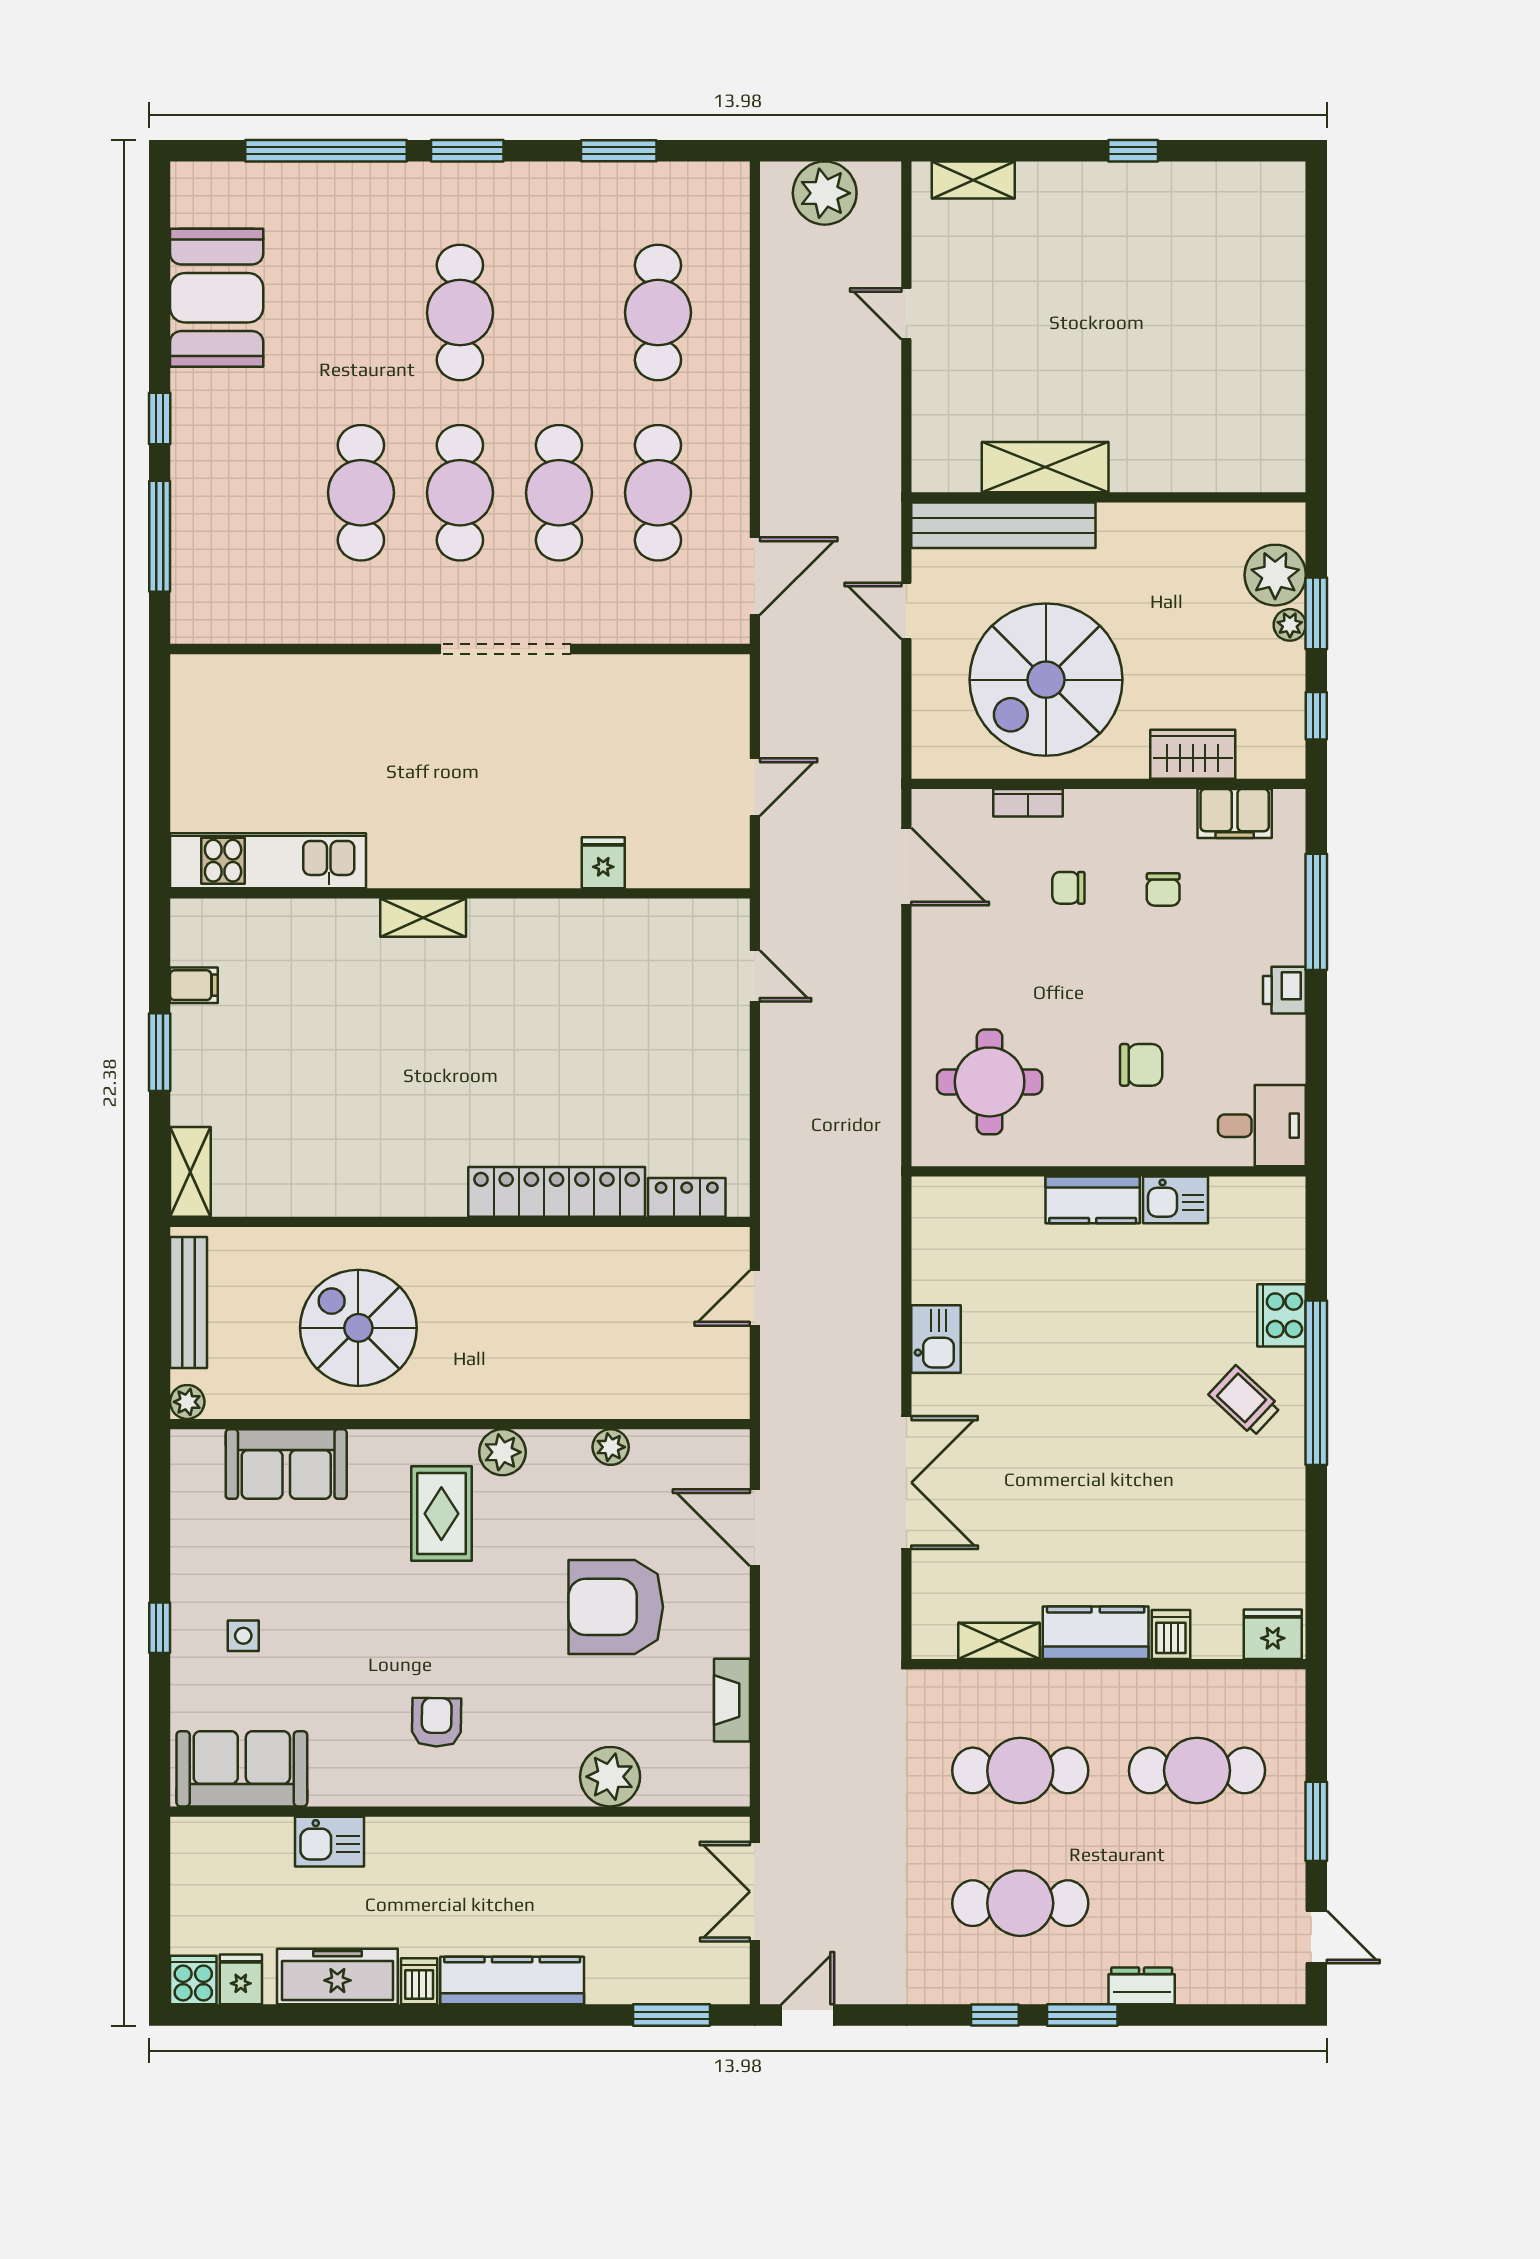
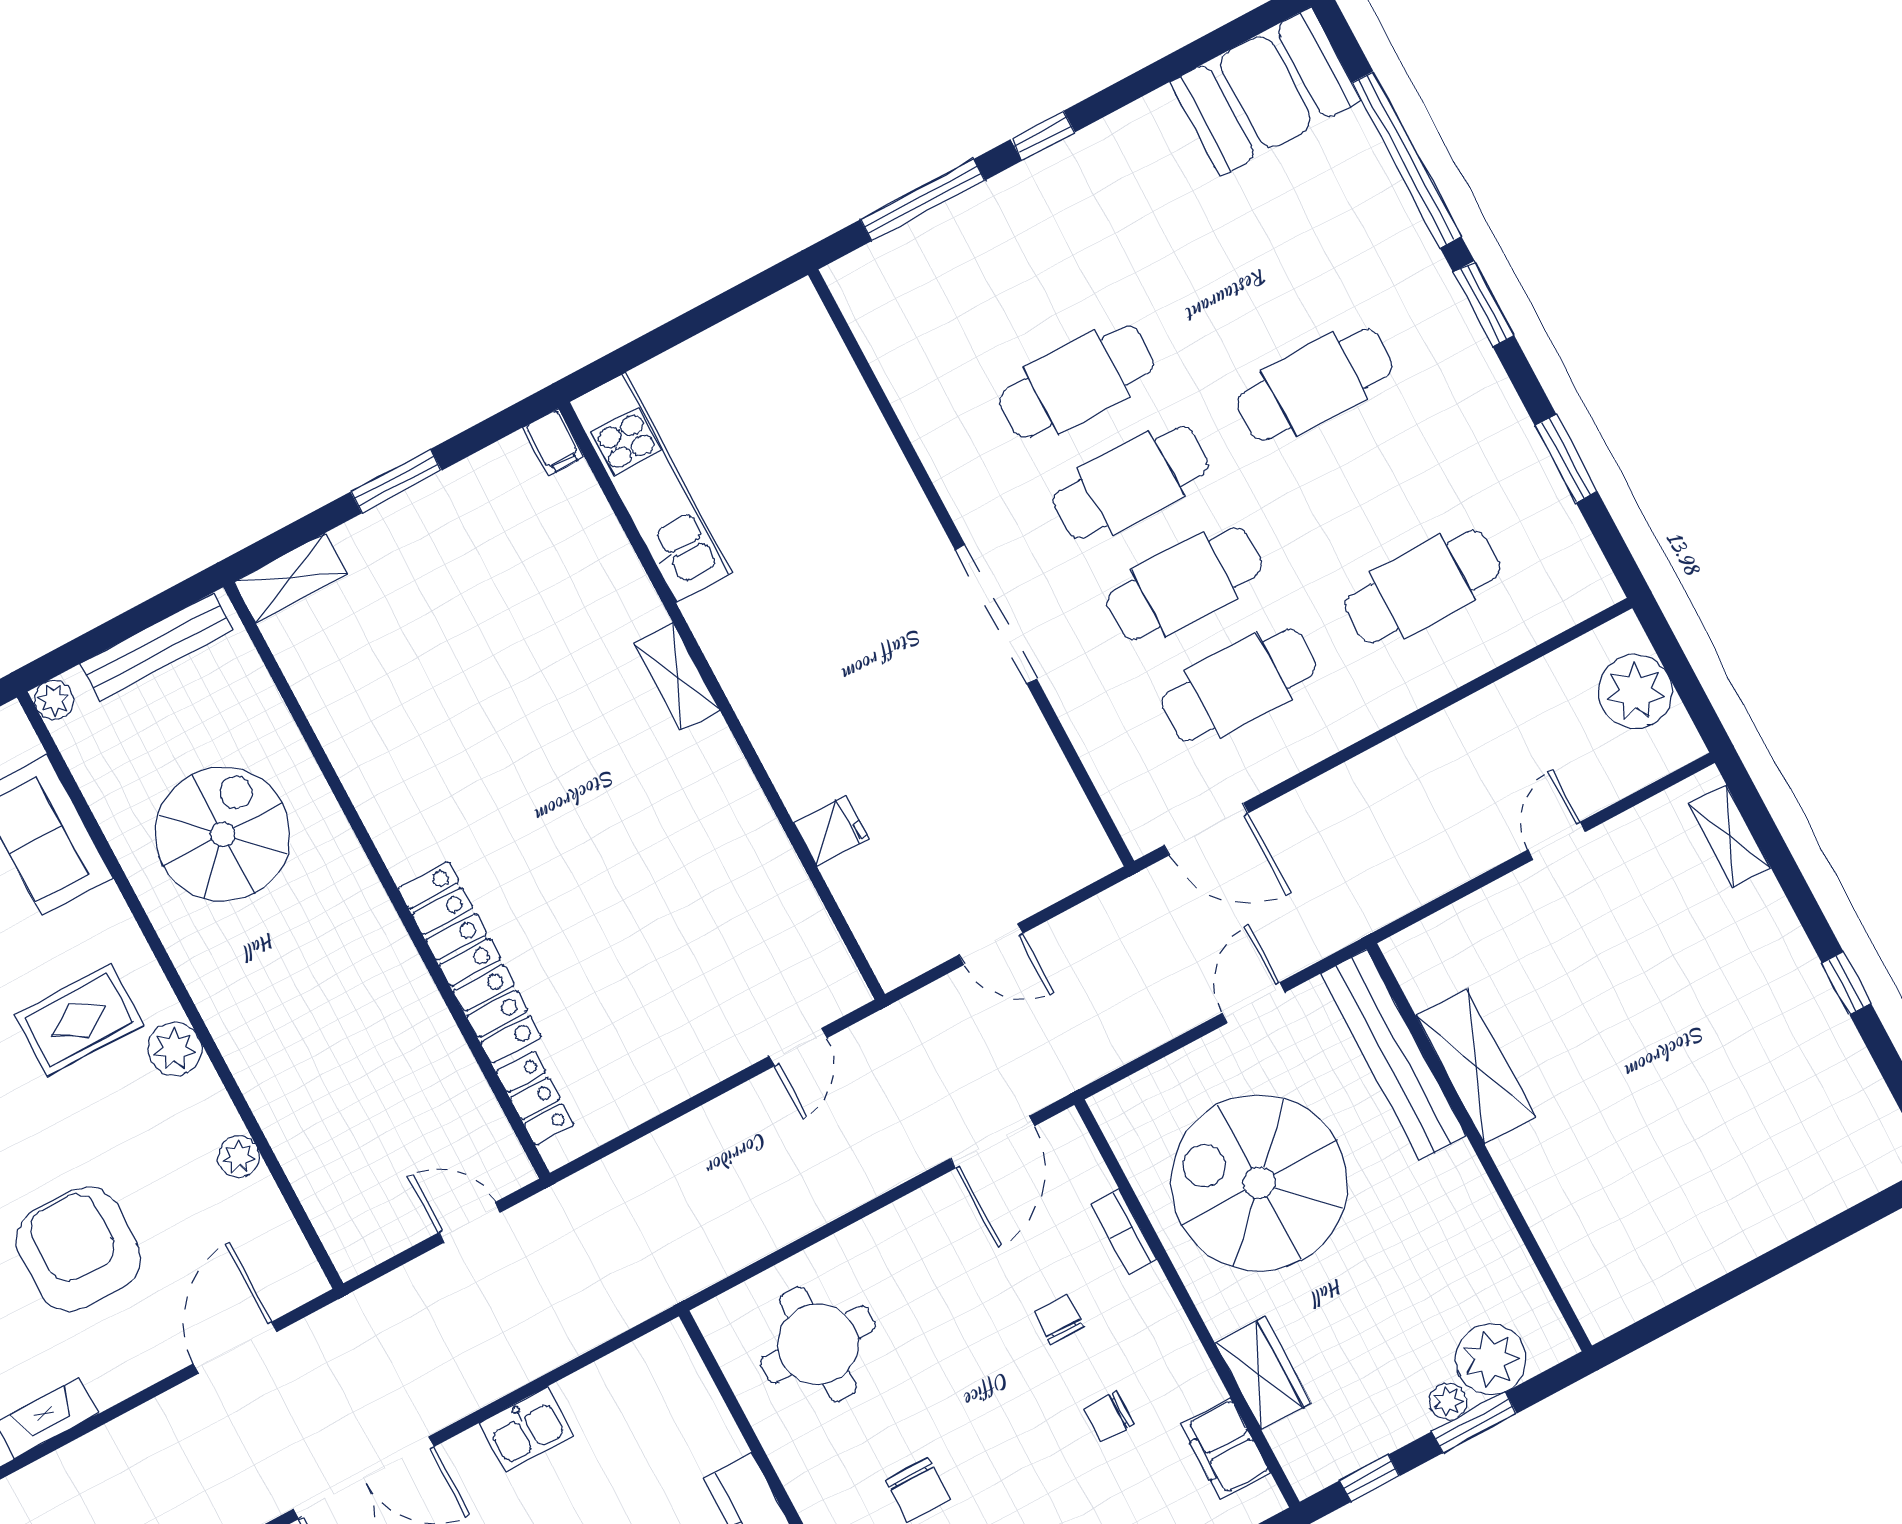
booth: (217, 298) -> (1266, 91), moved
filing cabinet: (194, 985) -> (553, 442), moved

